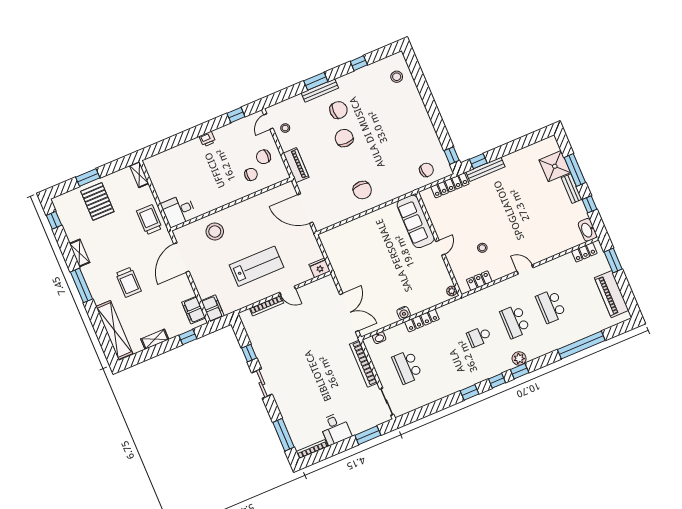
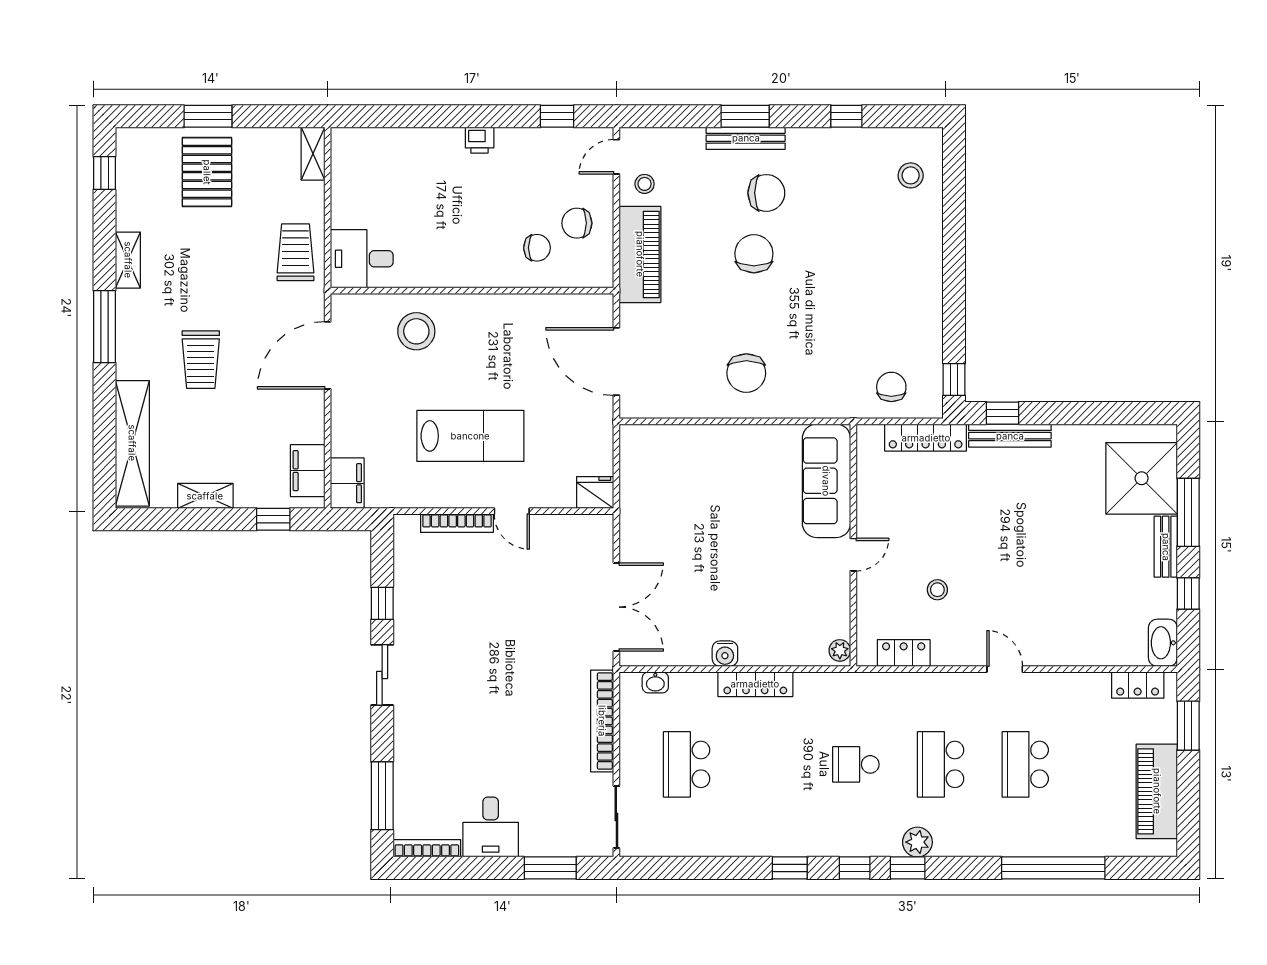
piano: (296, 165) -> (640, 254), width x1.37, depth x1.33
shower: (555, 166) -> (1142, 478), width x1.37, depth x1.37
chair: (426, 170) -> (891, 387), turned -82

